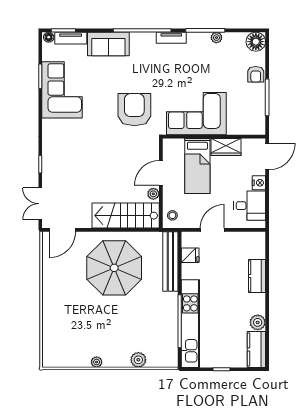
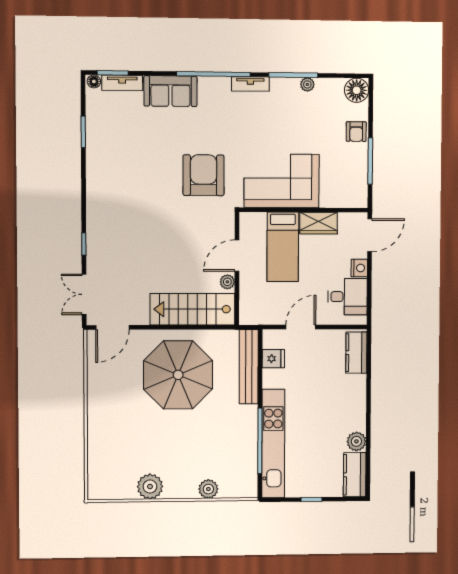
corner sofa: (62, 90) -> (111, 149), removed
stool: (172, 215) -> (251, 309), removed
kitchen counter: (257, 276) -> (356, 353), moved
plant: (97, 362) -> (150, 487), width x1.88, depth x1.88

